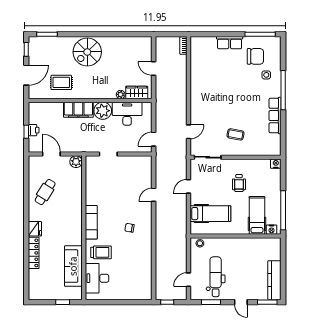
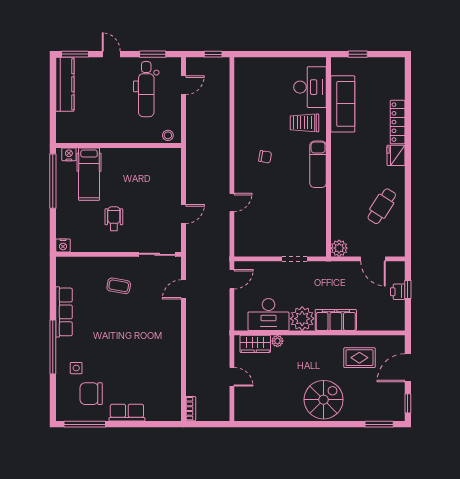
hospital bed: (210, 214) -> (153, 176), removed

